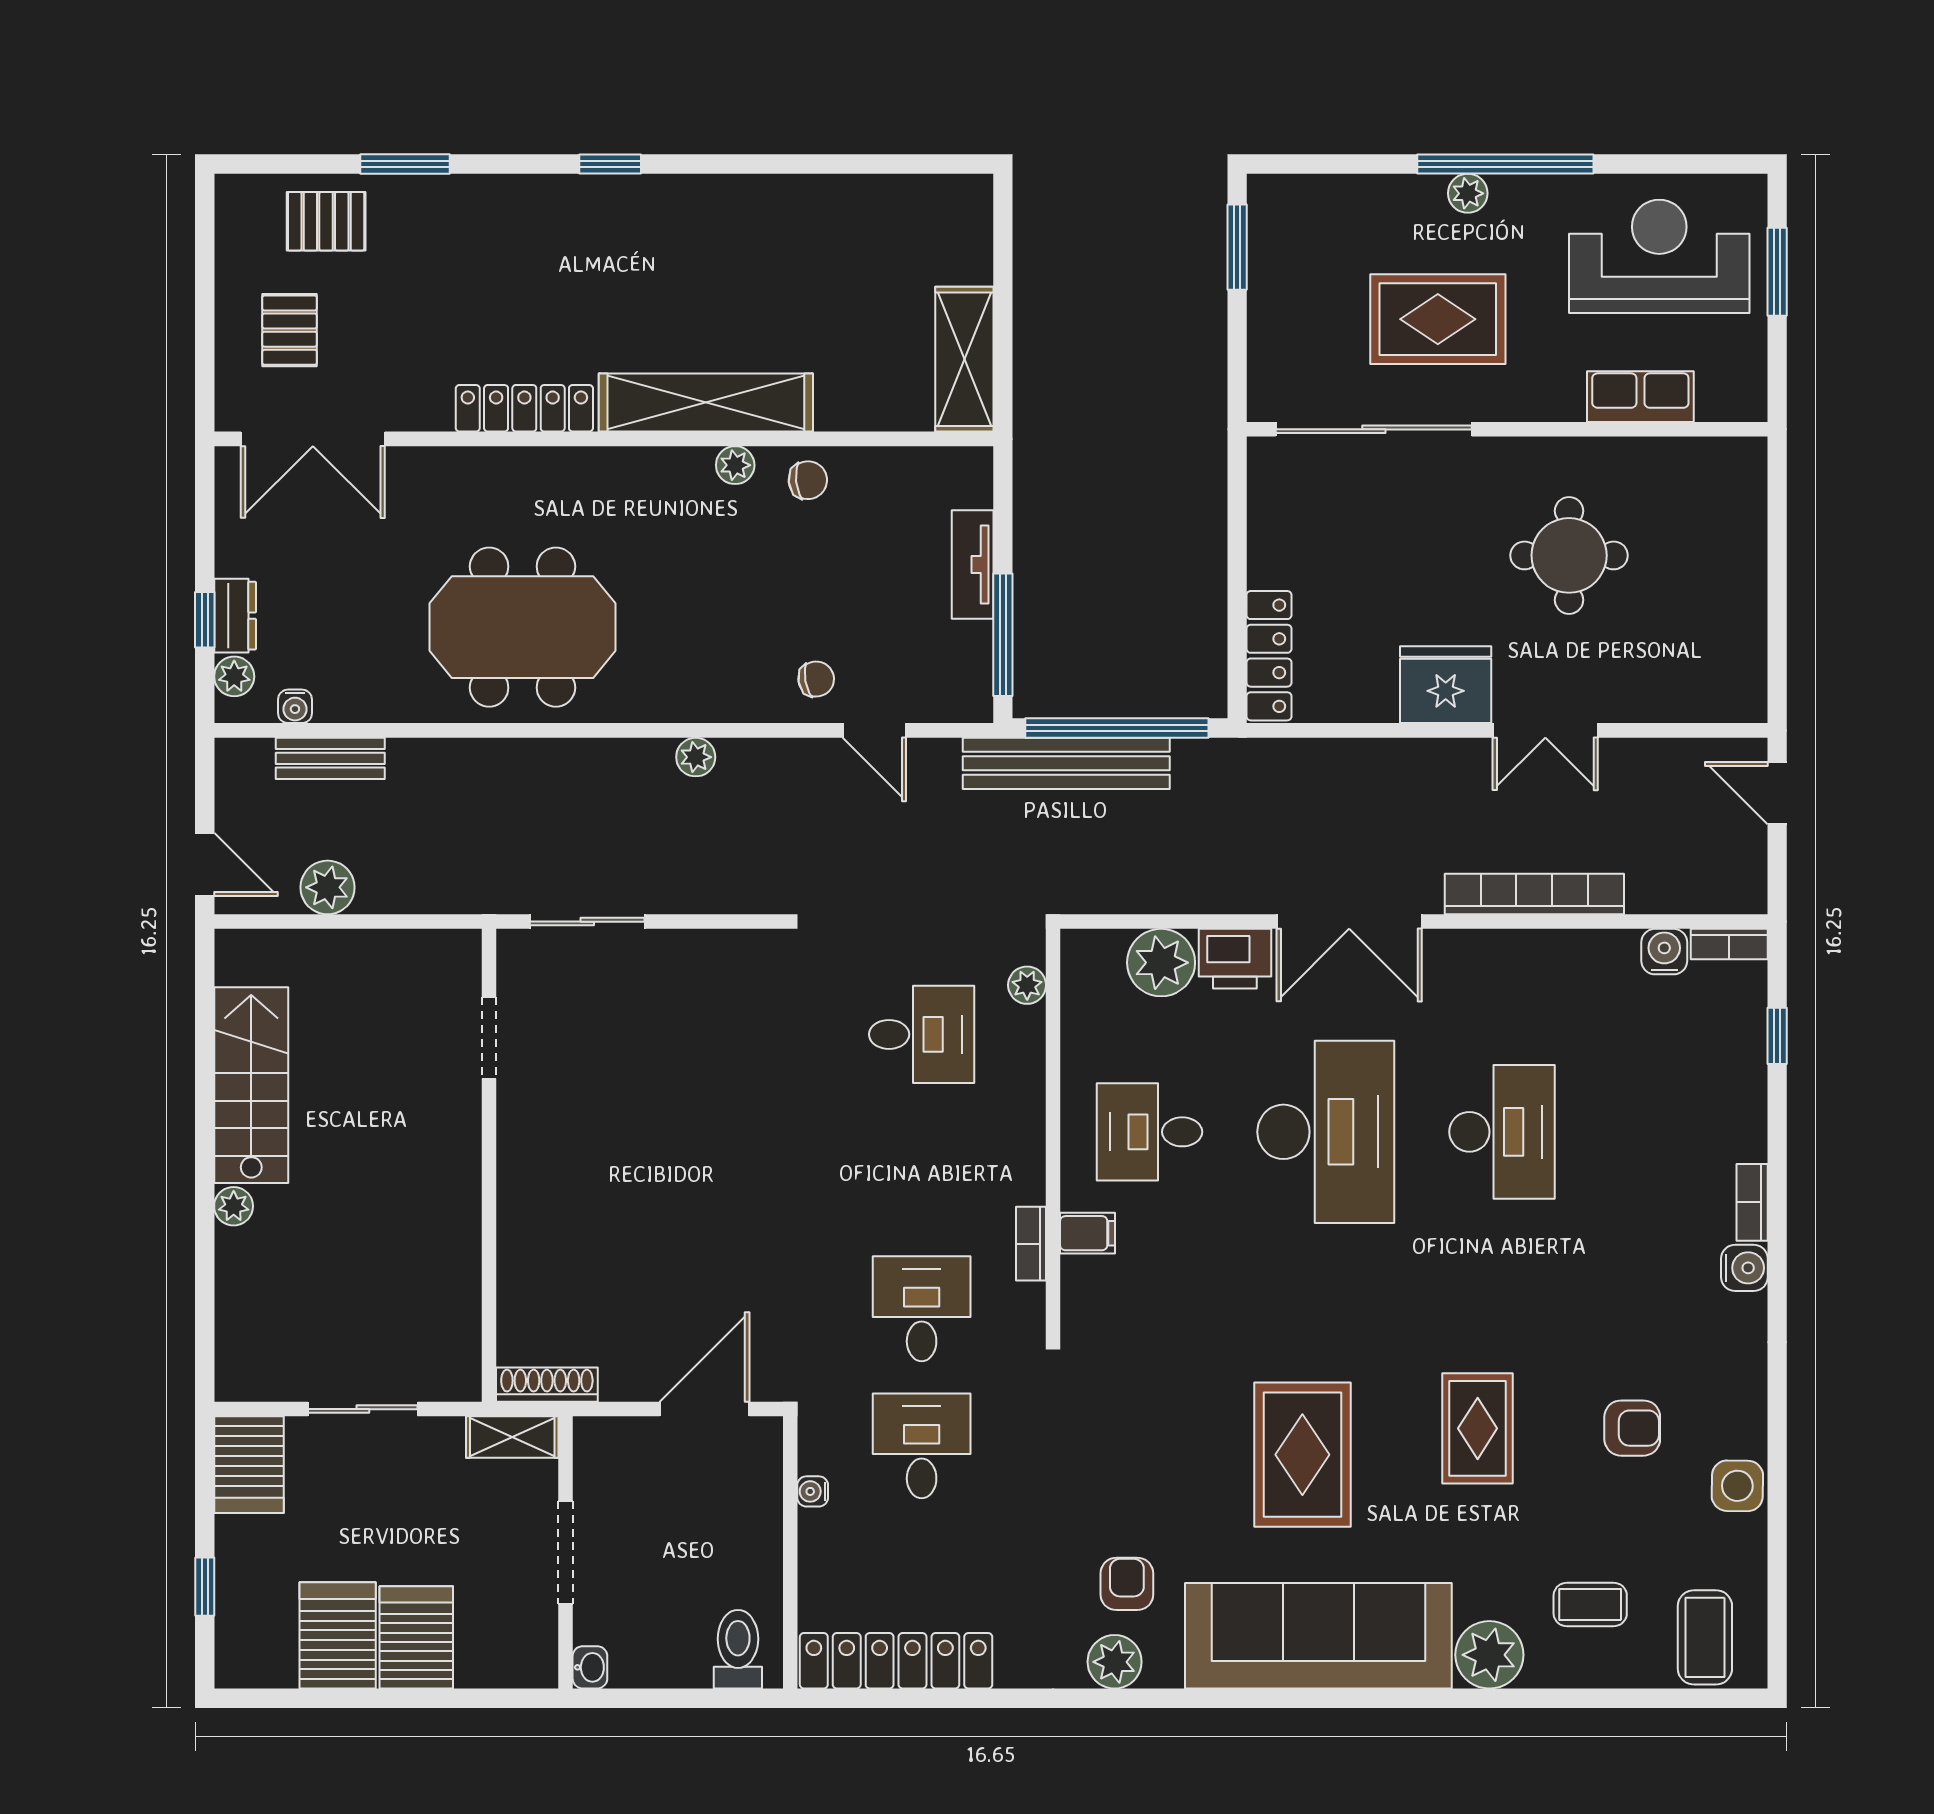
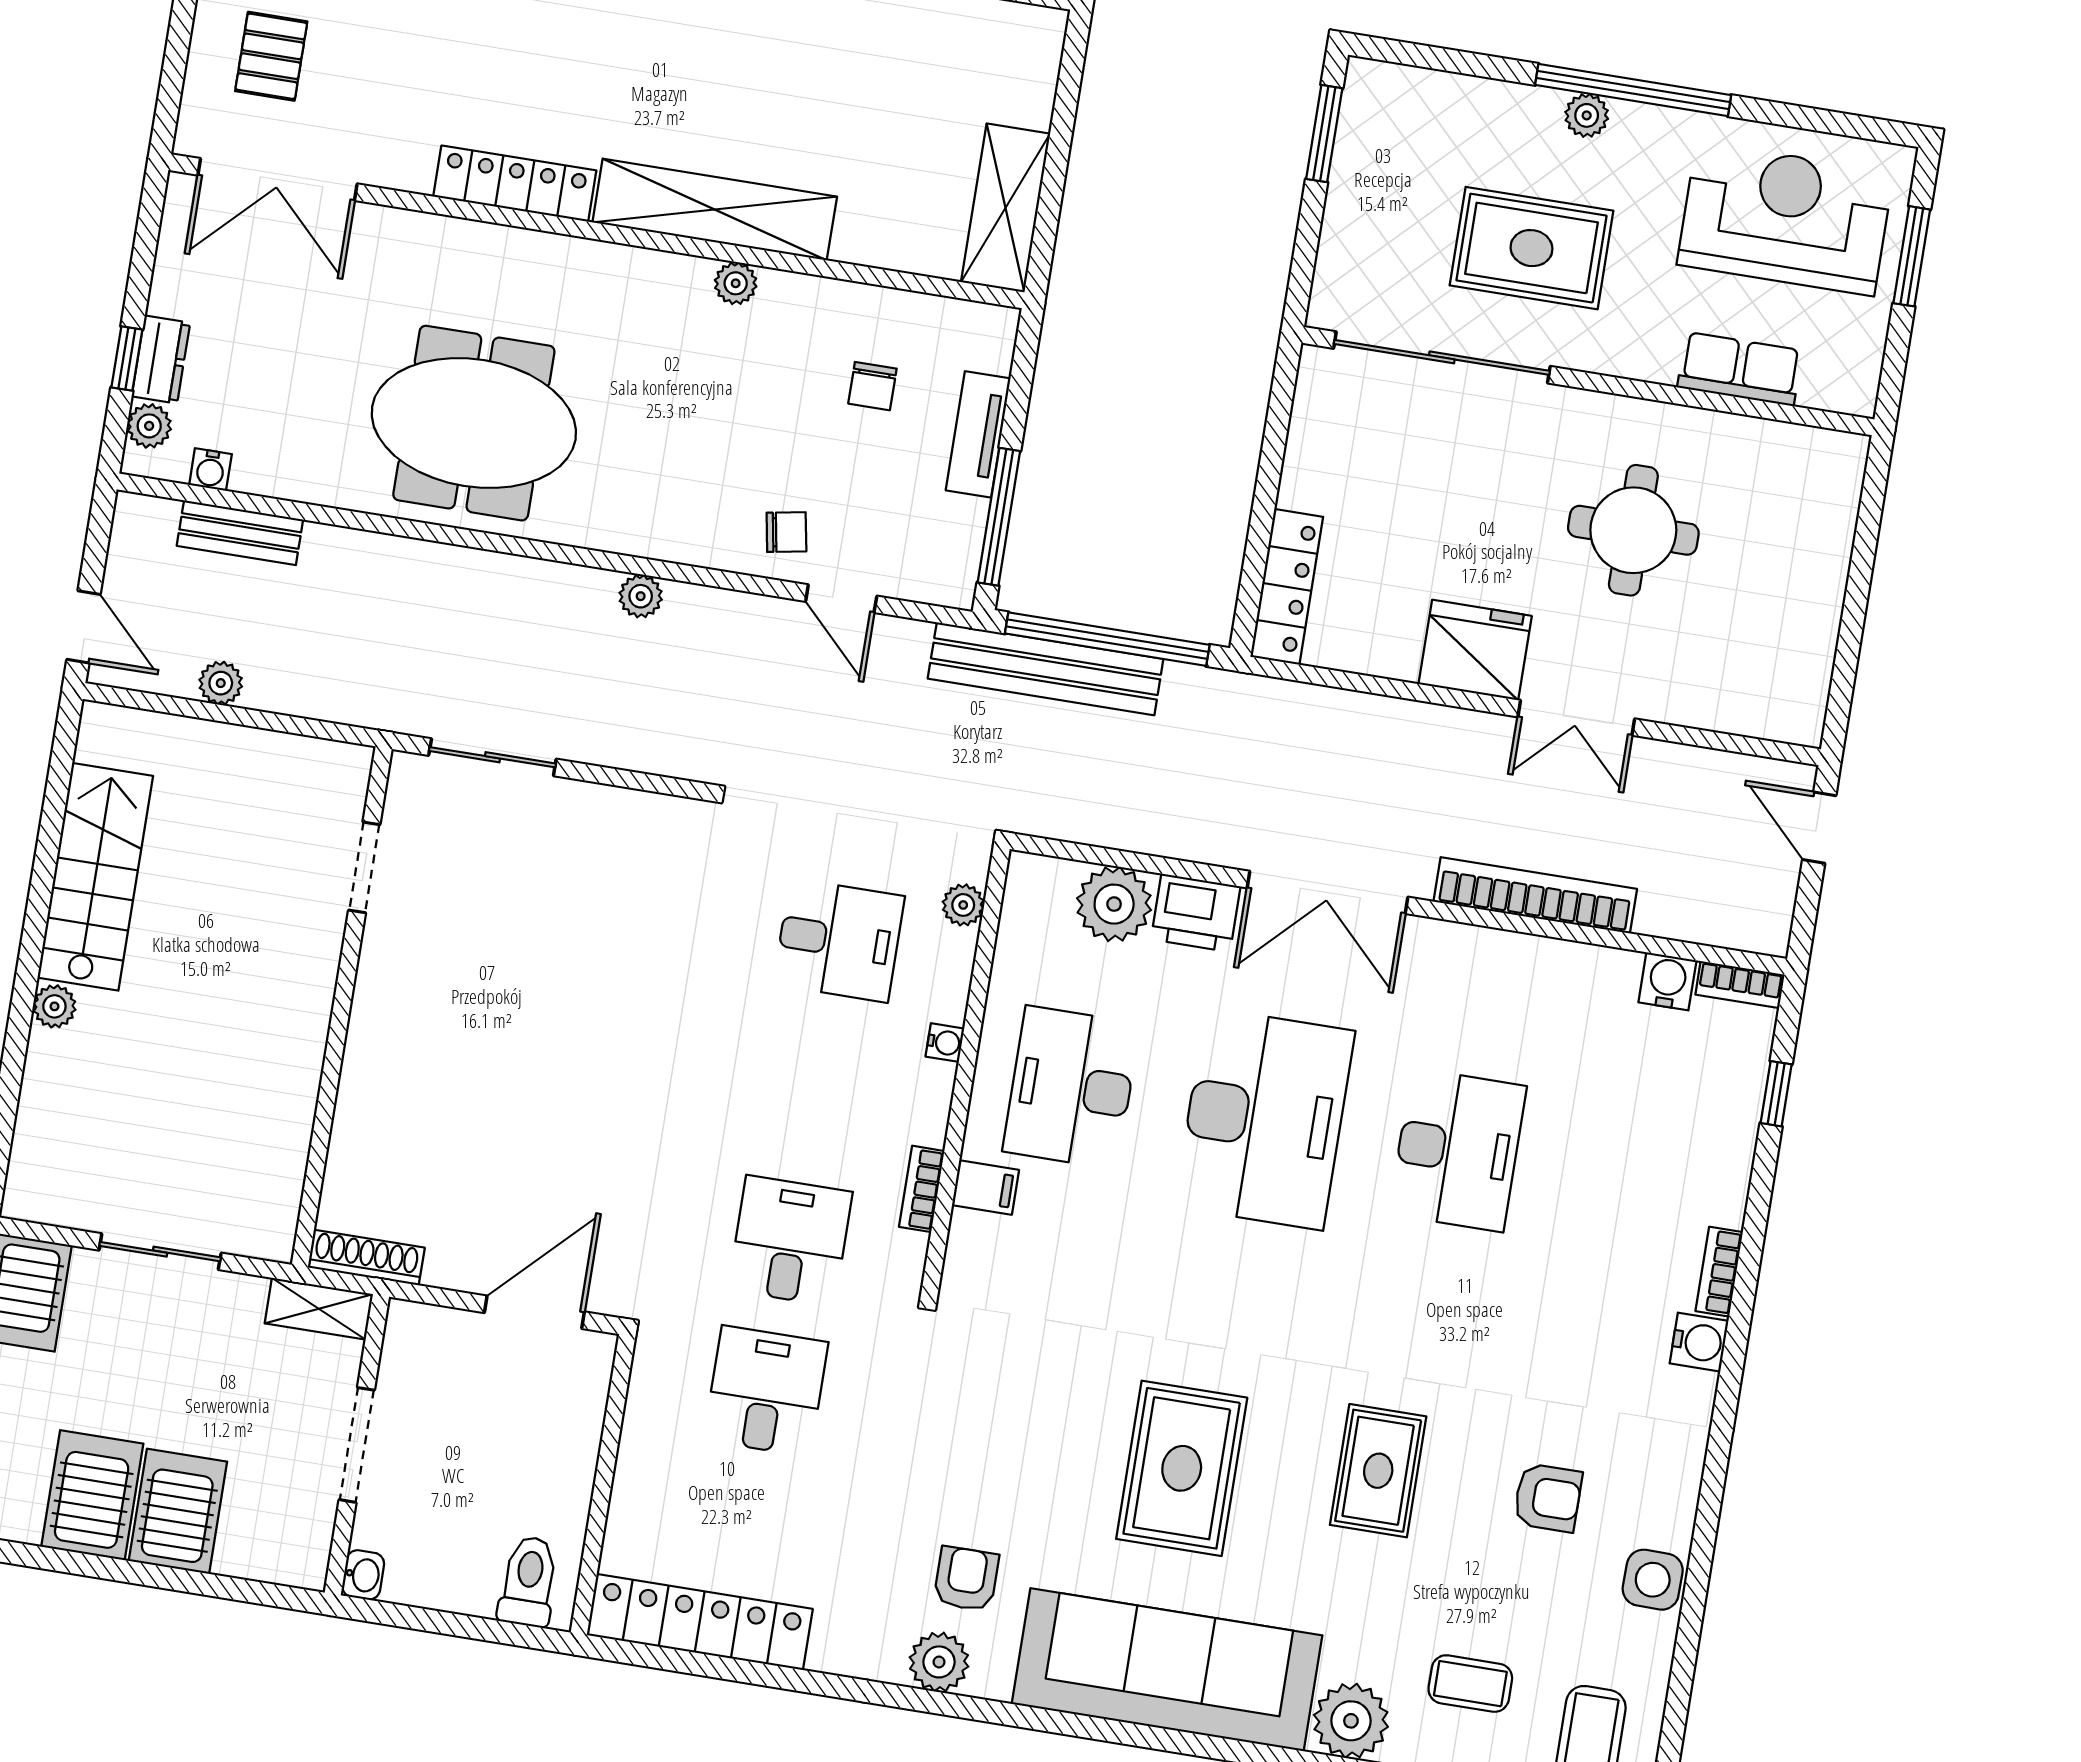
chair: (808, 480) -> (872, 386), moved, turned 96
plant: (328, 887) -> (221, 683), width x0.73, depth x0.73
desk: (1150, 1132) -> (1071, 1087), width x1.37
water cooler: (813, 1491) -> (945, 1043), moved, turned 180

